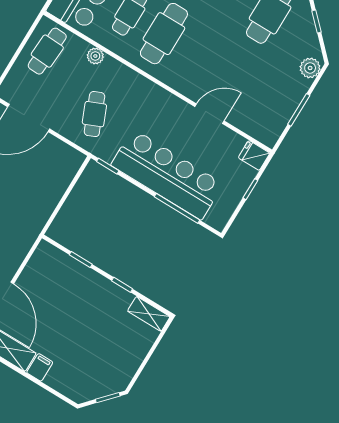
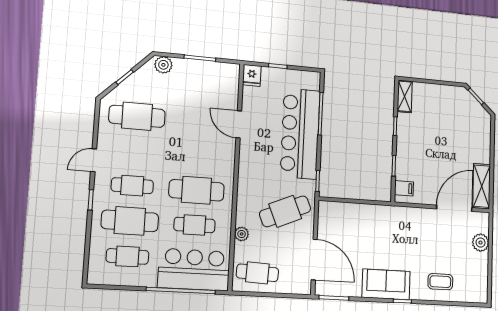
cafe table: (94, 114) -> (285, 211), width x1.37, depth x1.35
filing cabinet: (40, 367) -> (404, 188), moved, turned 180

